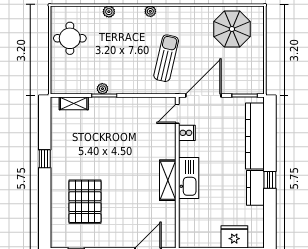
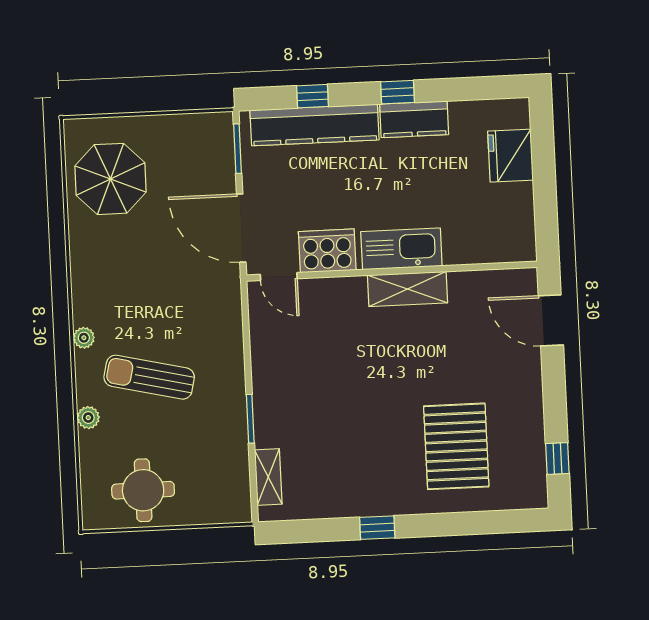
sun lounger: (166, 58) -> (149, 377), moved
plant: (102, 89) -> (237, 423), removed
cooker: (187, 133) -> (327, 251), width x1.87, depth x1.31
window: (270, 136) -> (312, 96), added
pallet: (85, 202) -> (456, 446), turned 90

